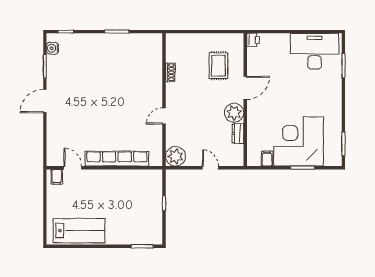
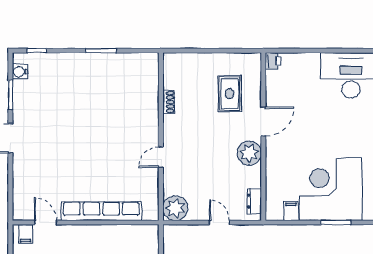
dresser: (238, 133) -> (254, 201), moved

